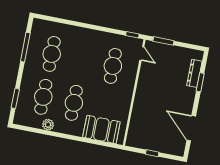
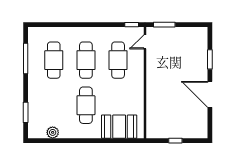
door: (142, 54) -> (145, 42), swing flipped
dresser: (194, 73) -> (202, 51), removed
cafe table: (43, 97) -> (86, 60), moved
plant: (48, 125) -> (53, 132), moved
door: (191, 128) -> (210, 94), moved

